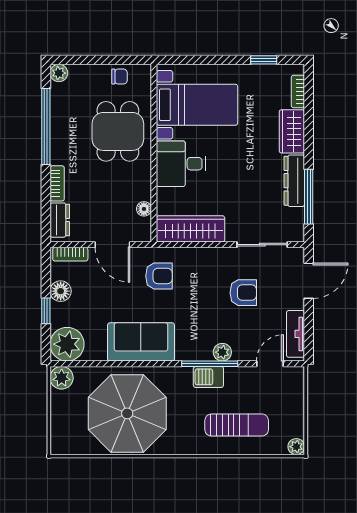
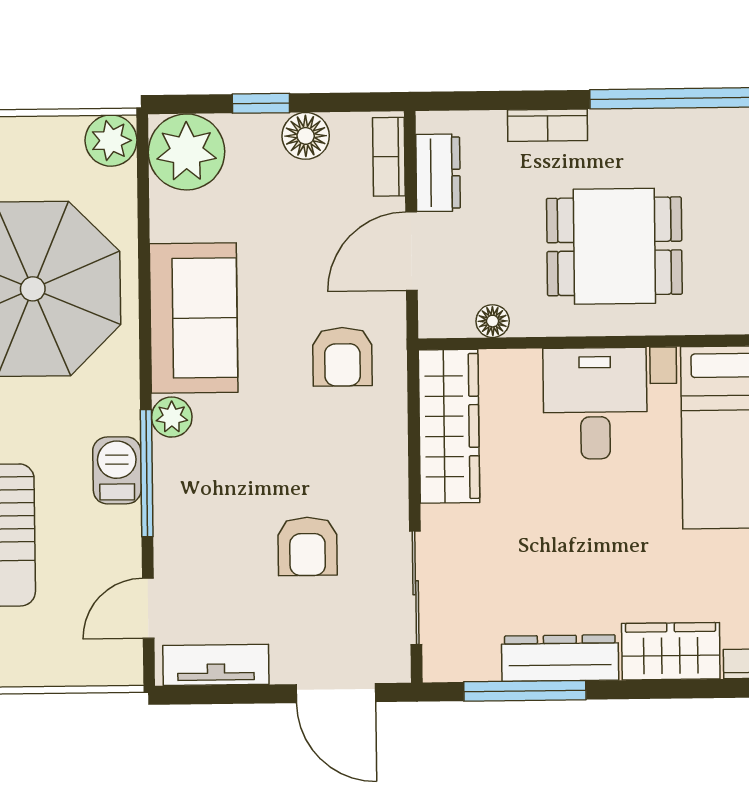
dining table: (118, 131) -> (614, 246), moved
dresser: (60, 220) -> (438, 173), moved, turned -90
plant: (222, 352) -> (172, 417), moved
door: (270, 364) -> (148, 608), swing flipped

